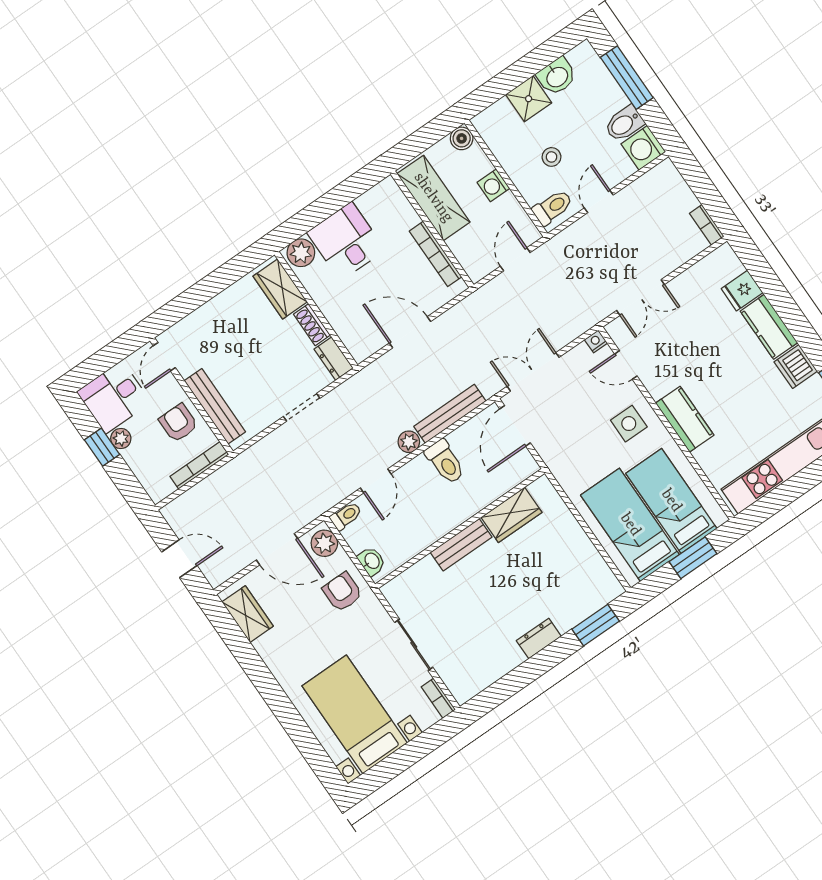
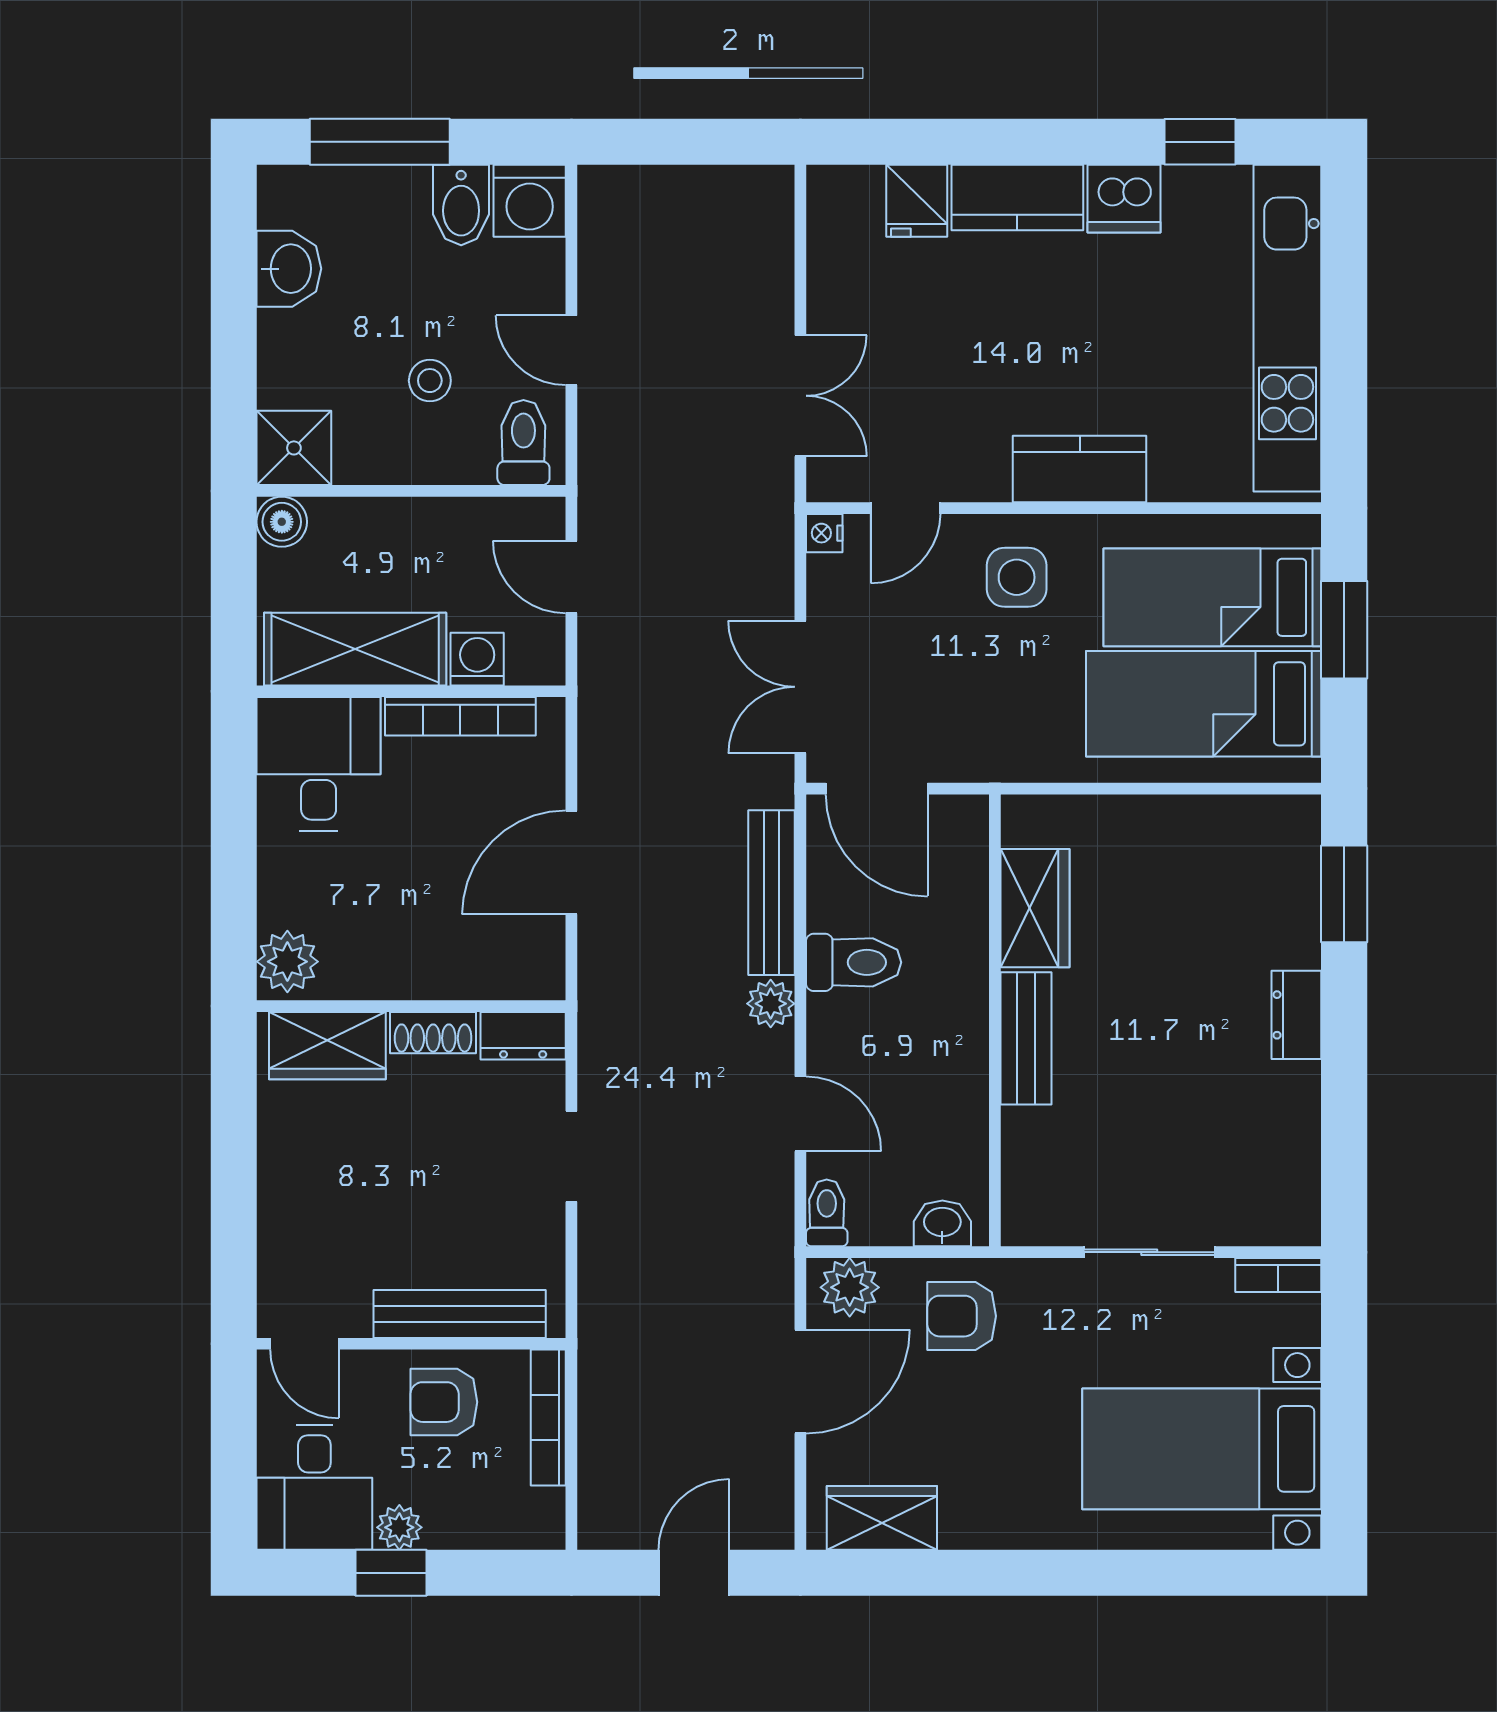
shower: (529, 99) -> (294, 448), moved
washing machine: (493, 185) -> (477, 659), moved, turned 180
bookcase: (707, 225) -> (751, 182), removed
desk: (346, 241) -> (319, 764), moved, turned 90

